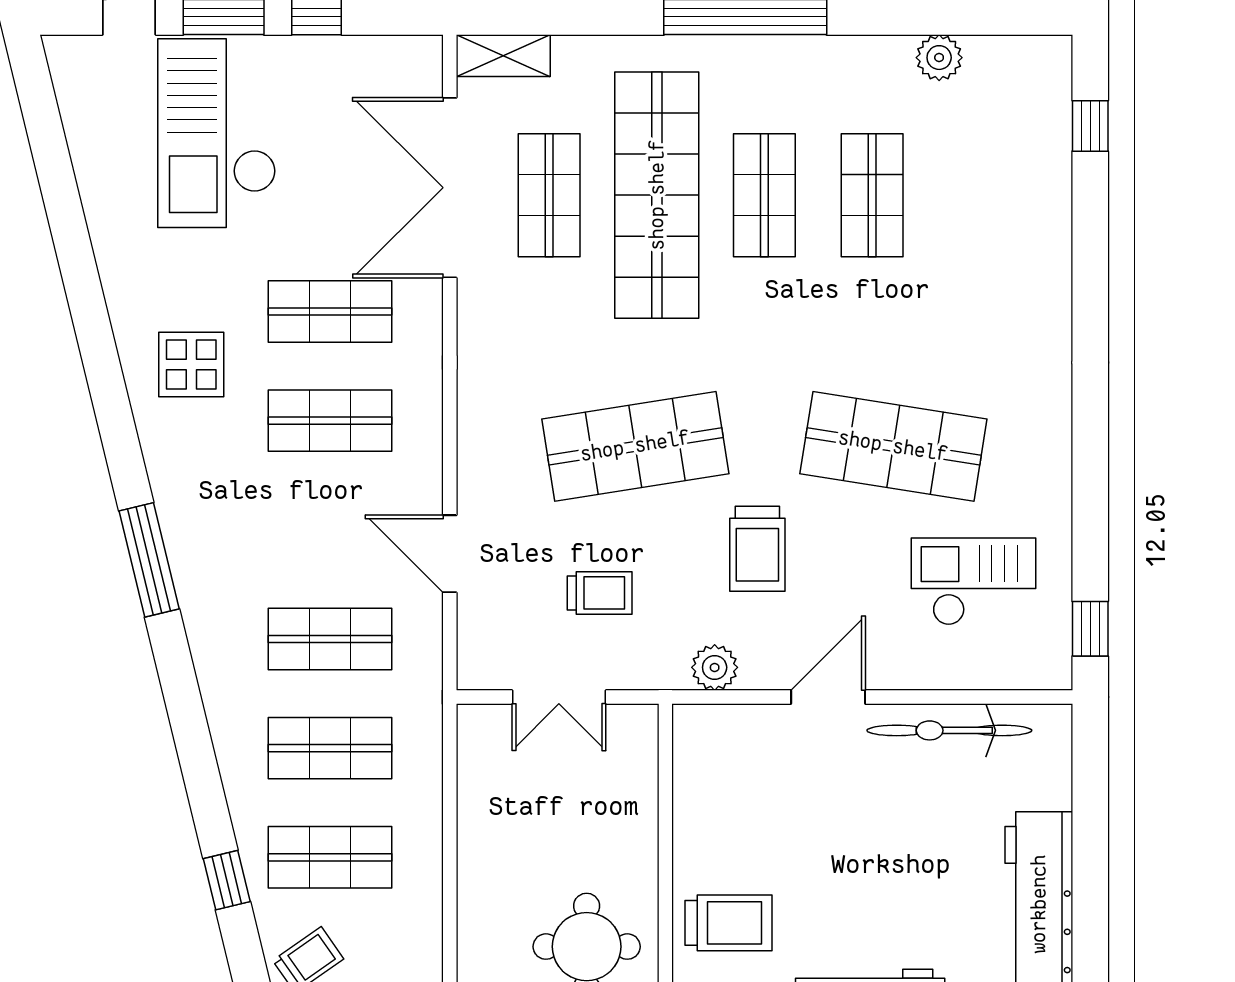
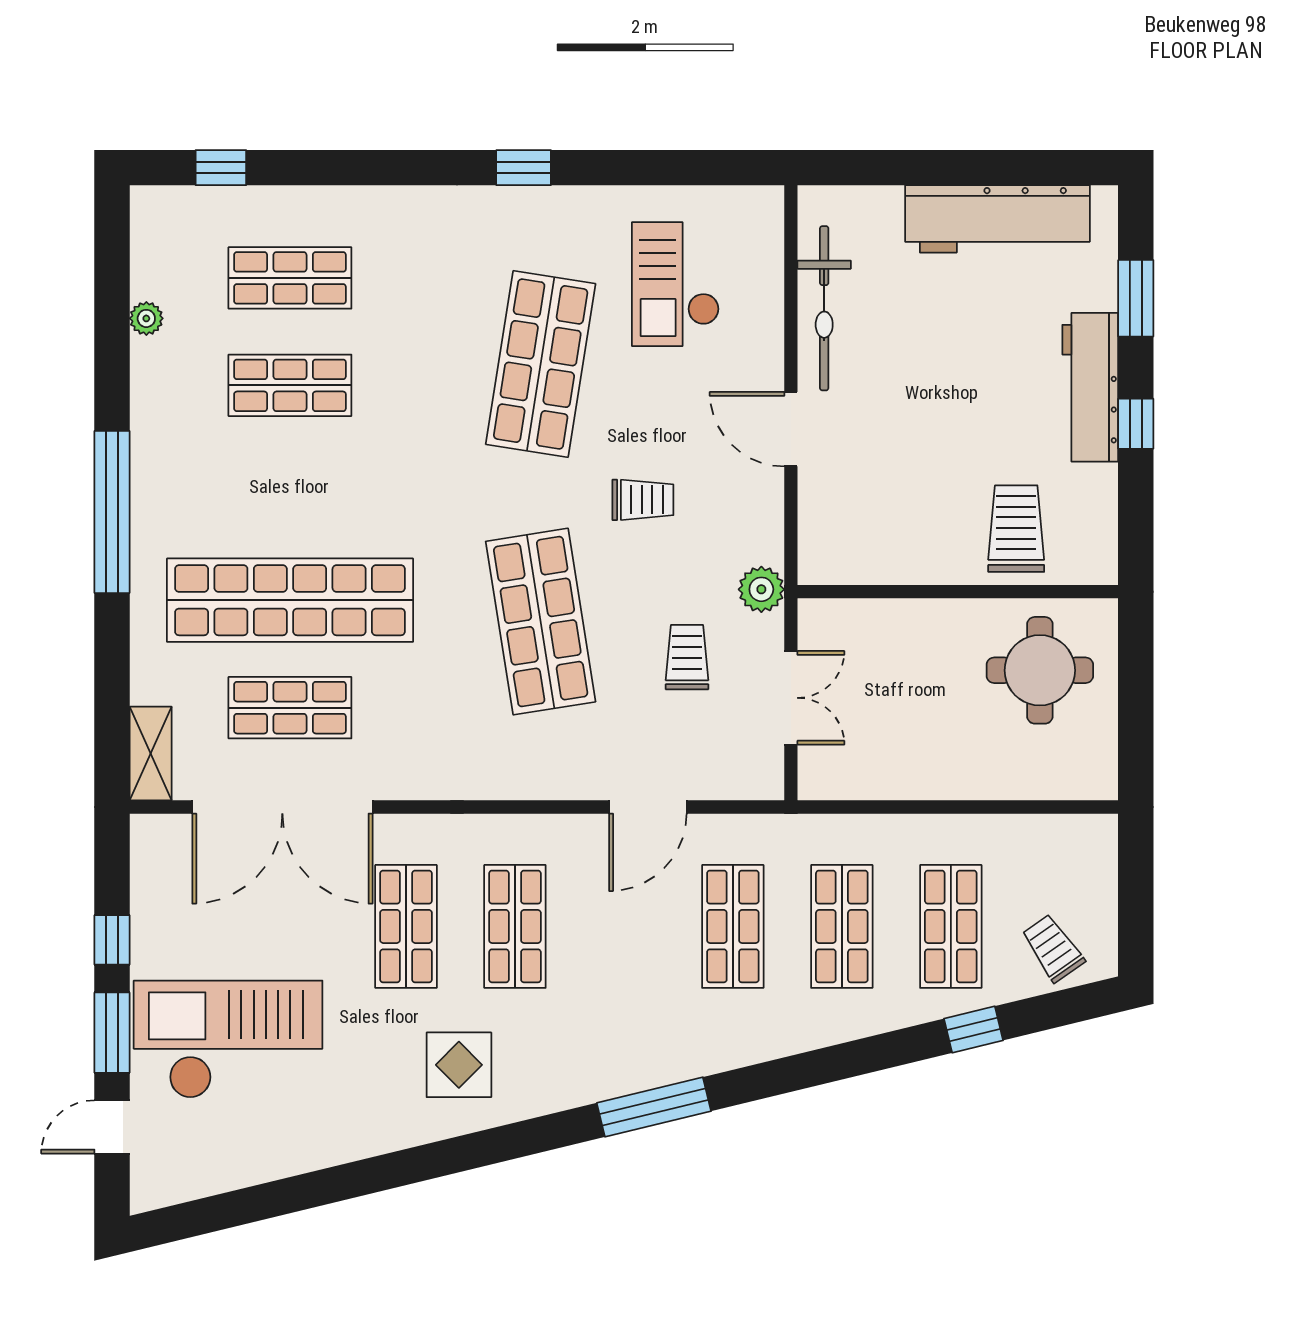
plant: (939, 58) -> (146, 318), width x0.73, depth x0.73
checkout: (217, 133) -> (228, 1039), turned 180
shop shelf: (764, 195) -> (290, 278), moved
trolley: (757, 549) -> (643, 500), width x0.73, depth x0.72
window: (1090, 629) -> (524, 168), moved
plant: (715, 667) -> (761, 589), moved

